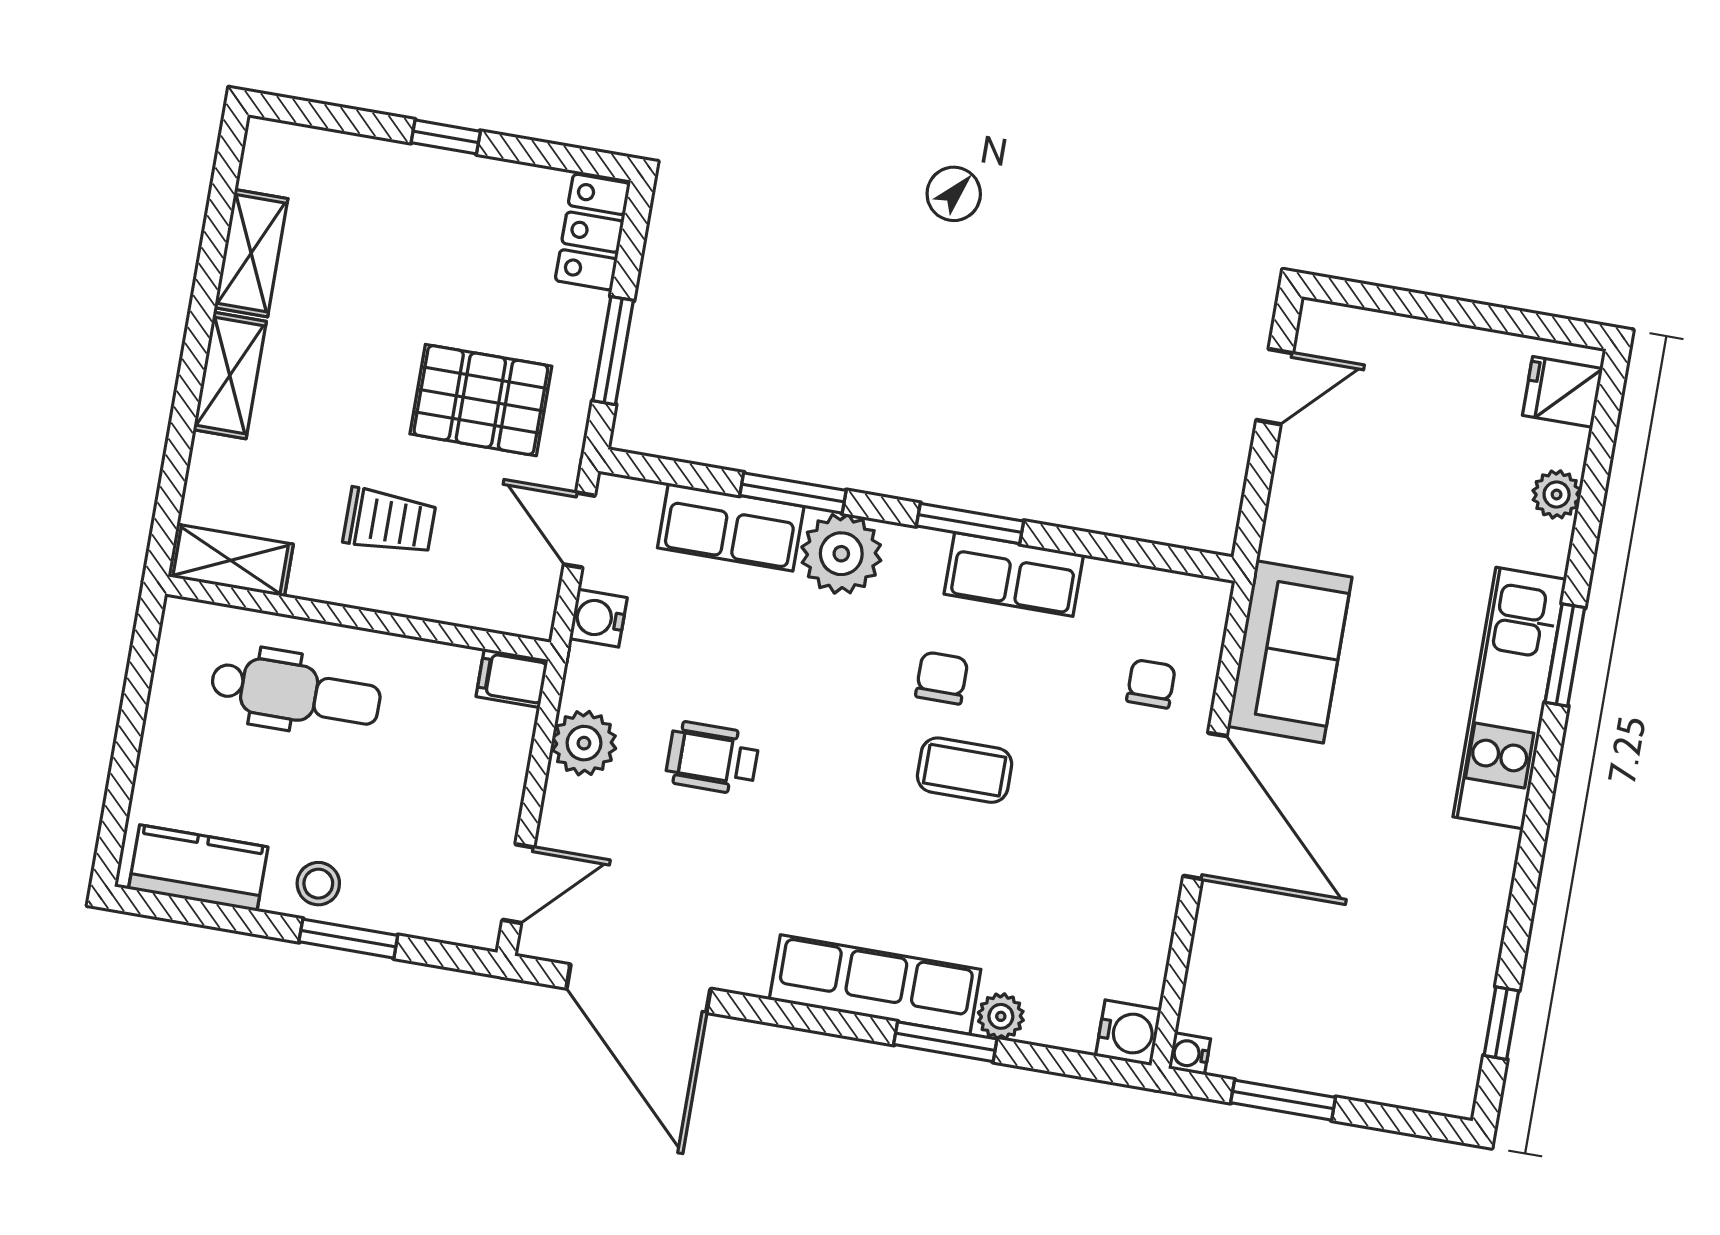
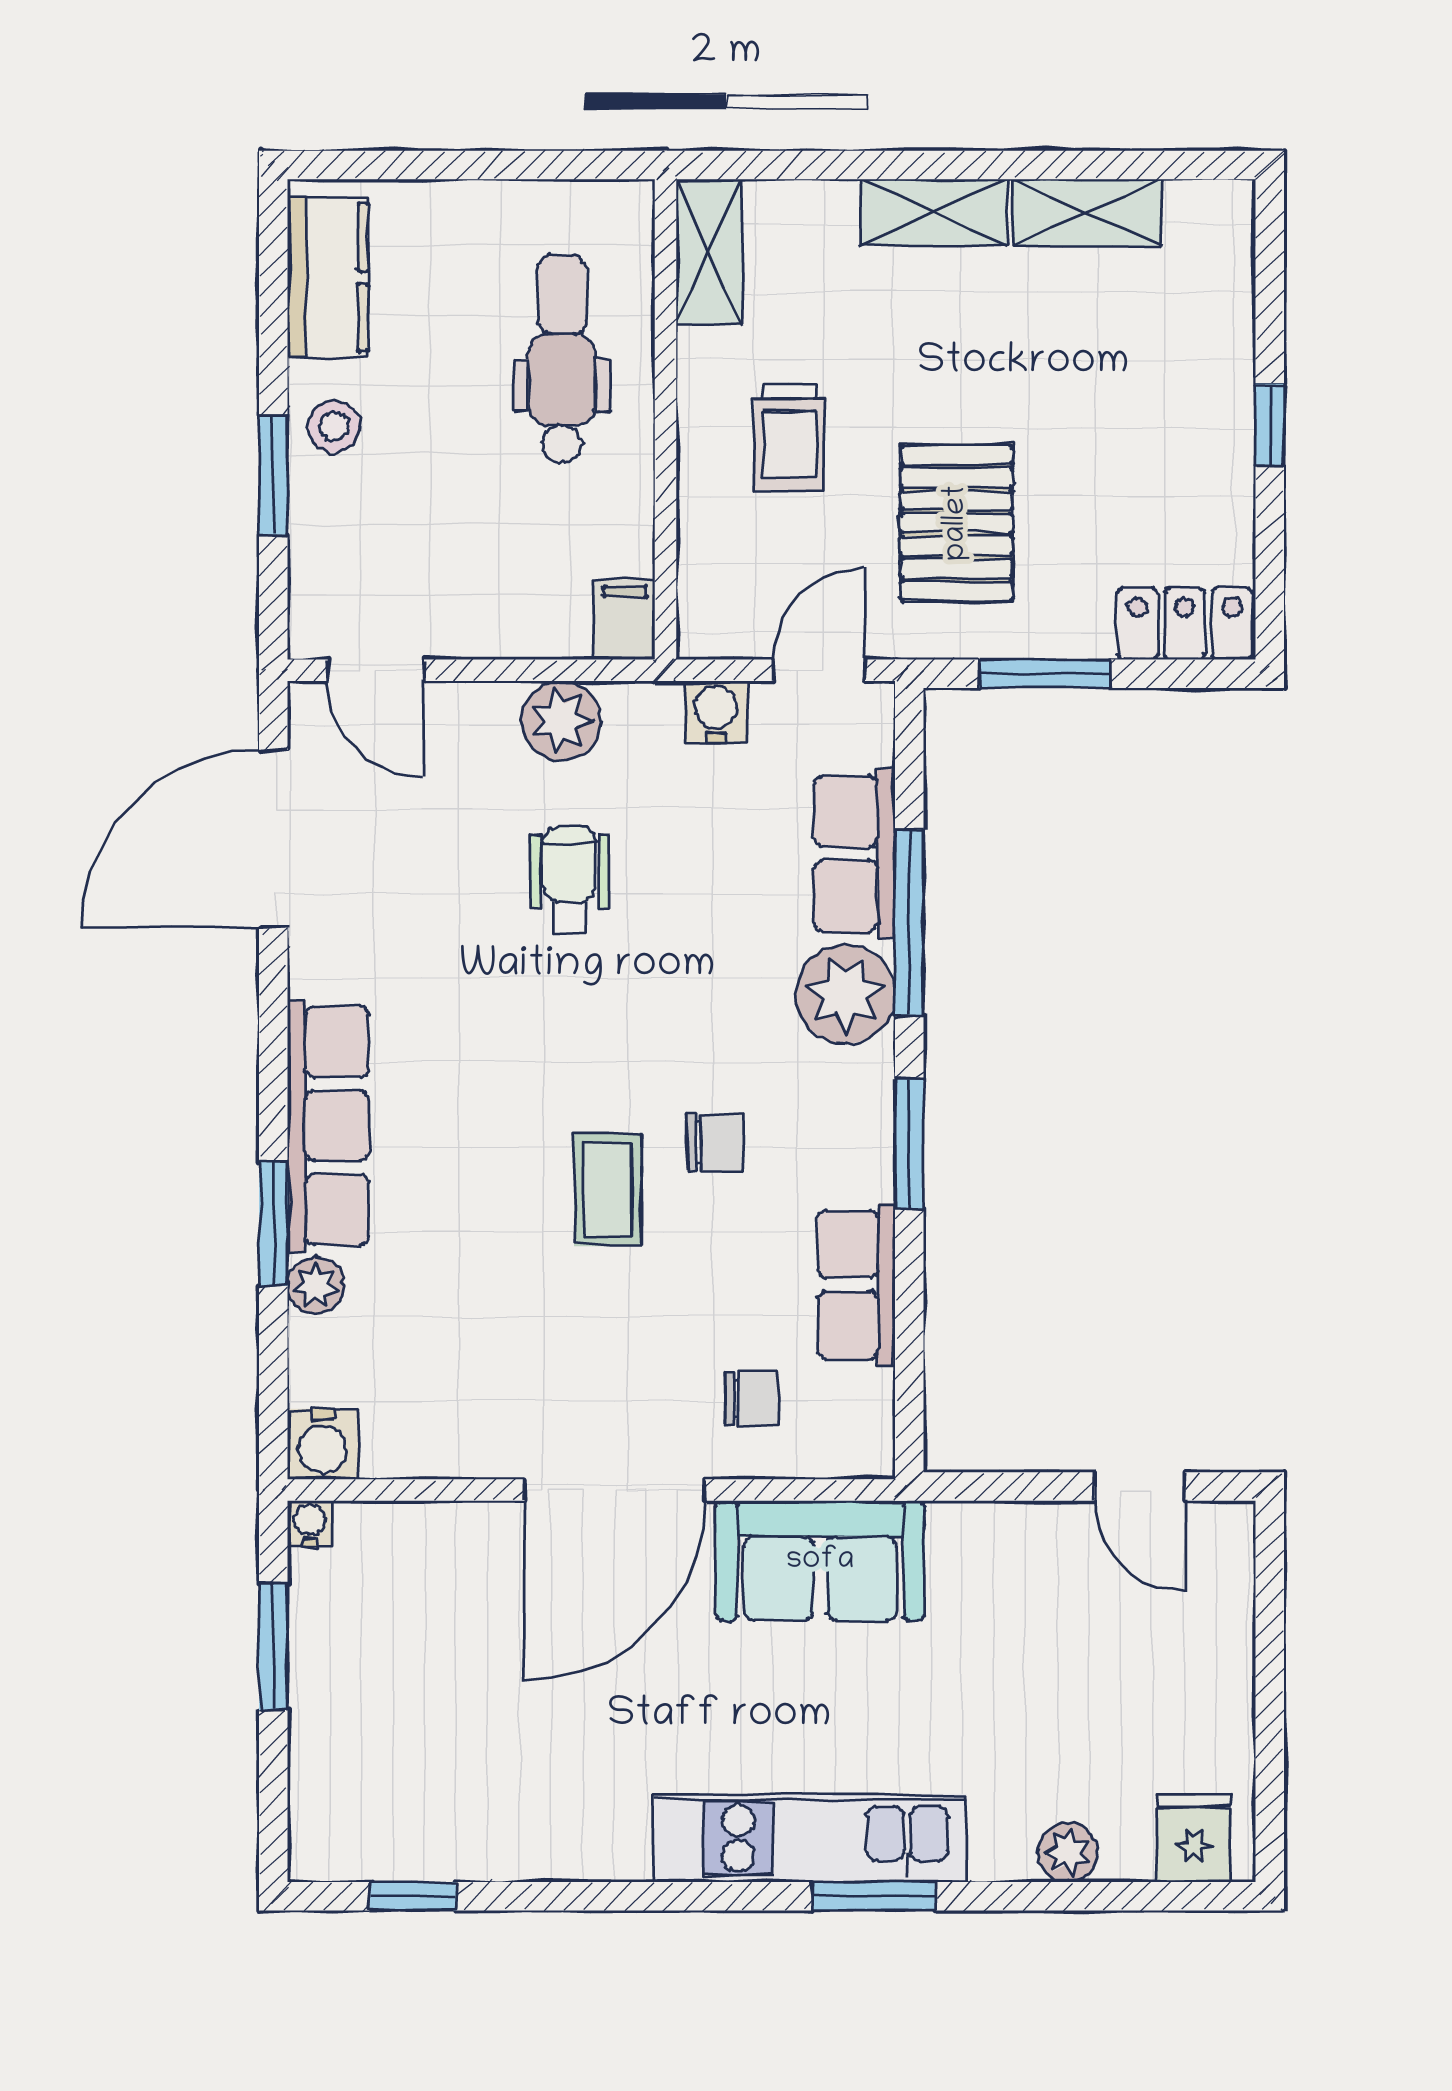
window: (793, 493) -> (909, 922), width x1.44
row of seats: (1014, 574) -> (856, 1285), moved
dental chair: (296, 692) -> (562, 359), turned 180

